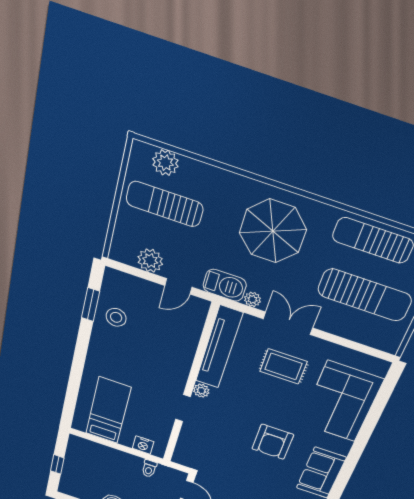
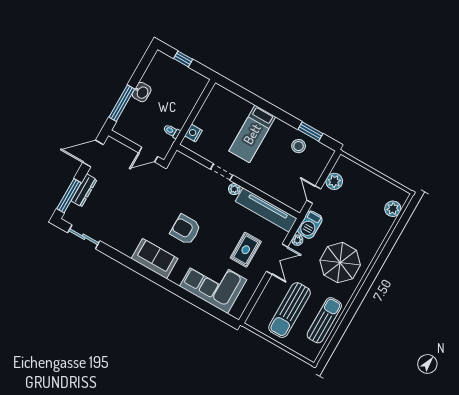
sun lounger: (165, 204) -> (368, 201), removed
bed: (108, 411) -> (252, 134), moved, turned 90

